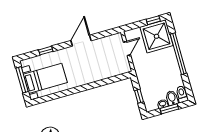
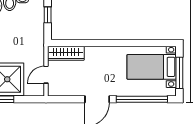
window: (46, 51) -> (142, 99), width x3.17
wardrobe: (116, 70) -> (66, 53), added

